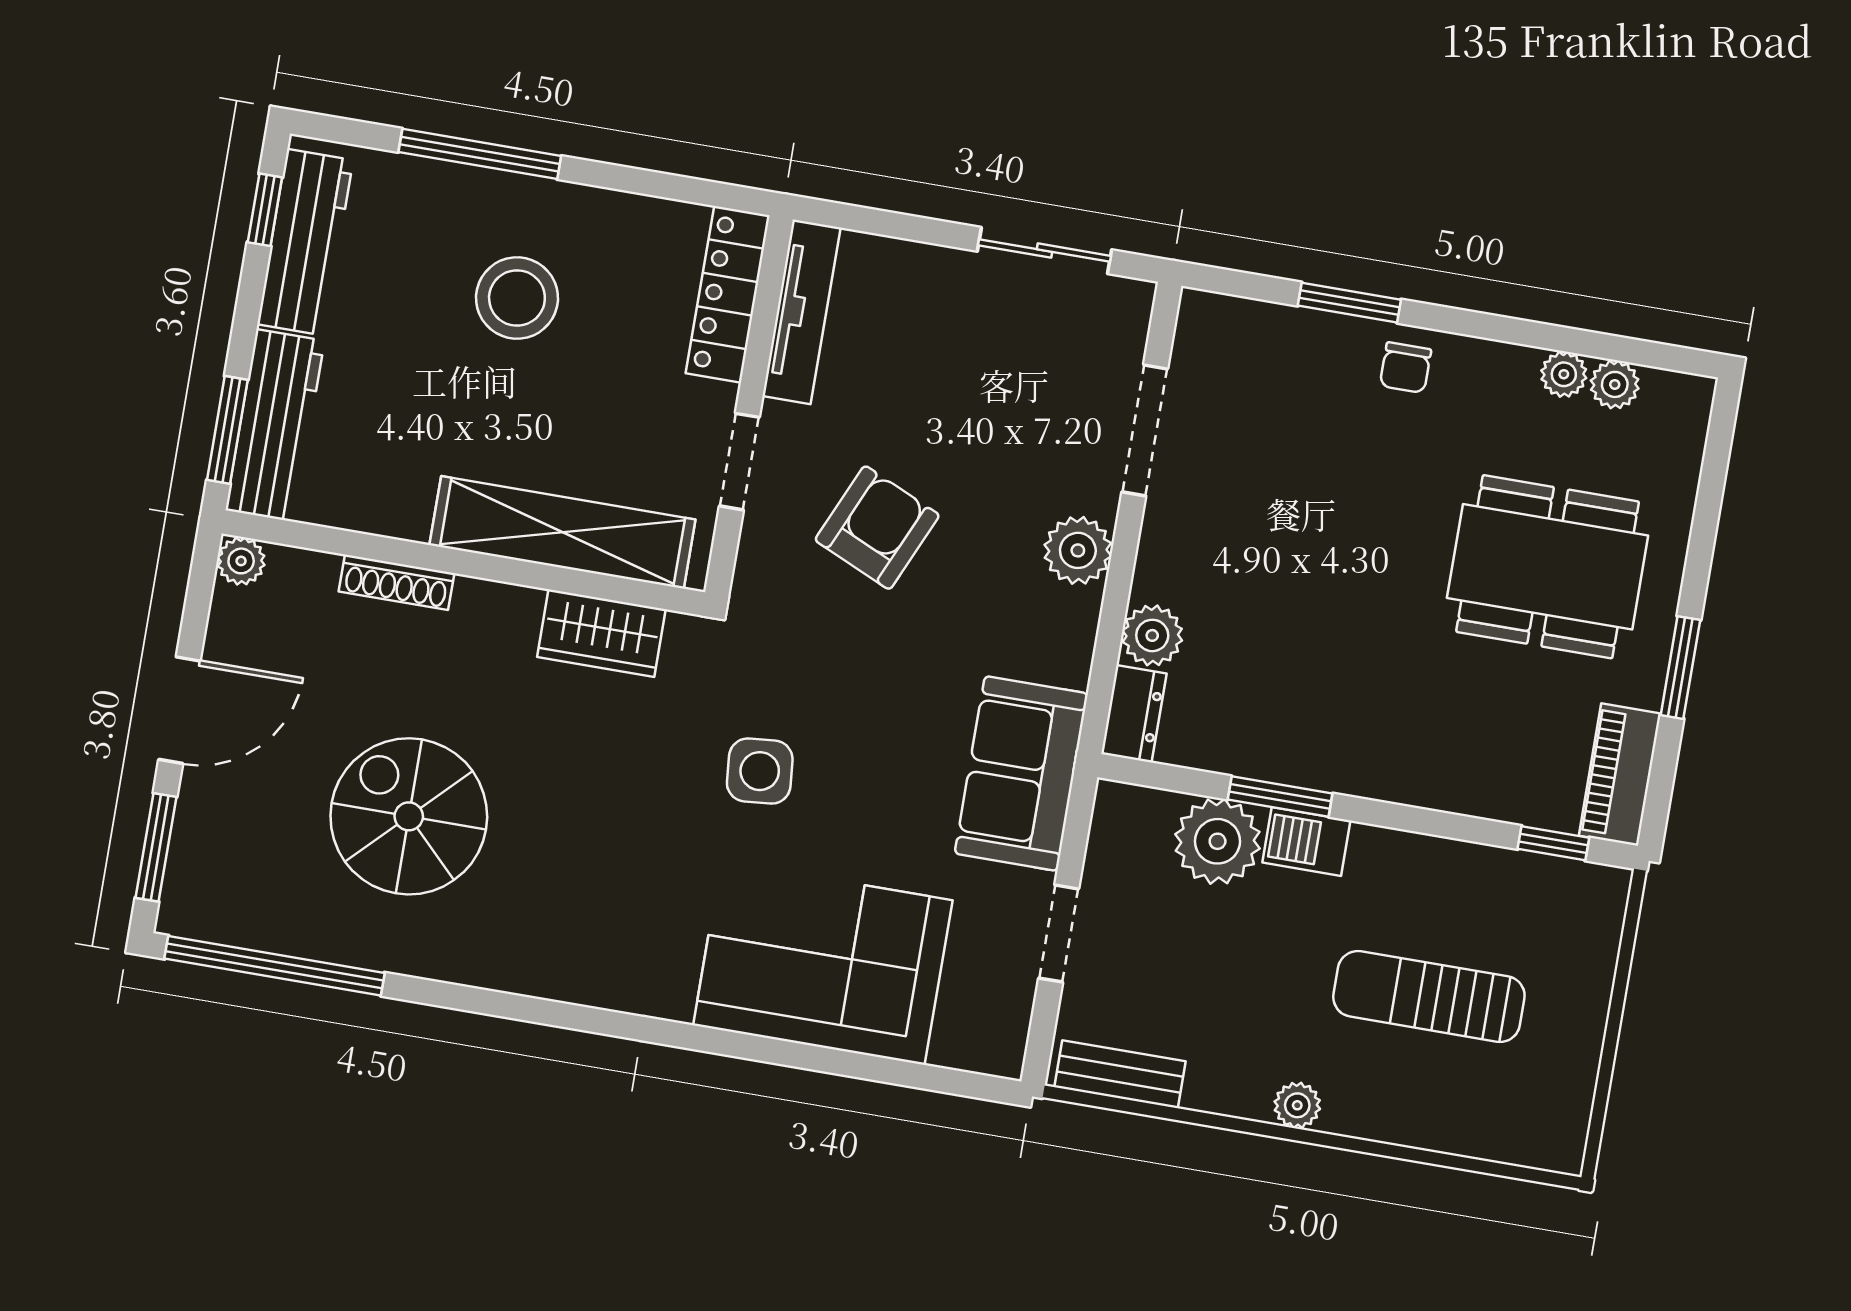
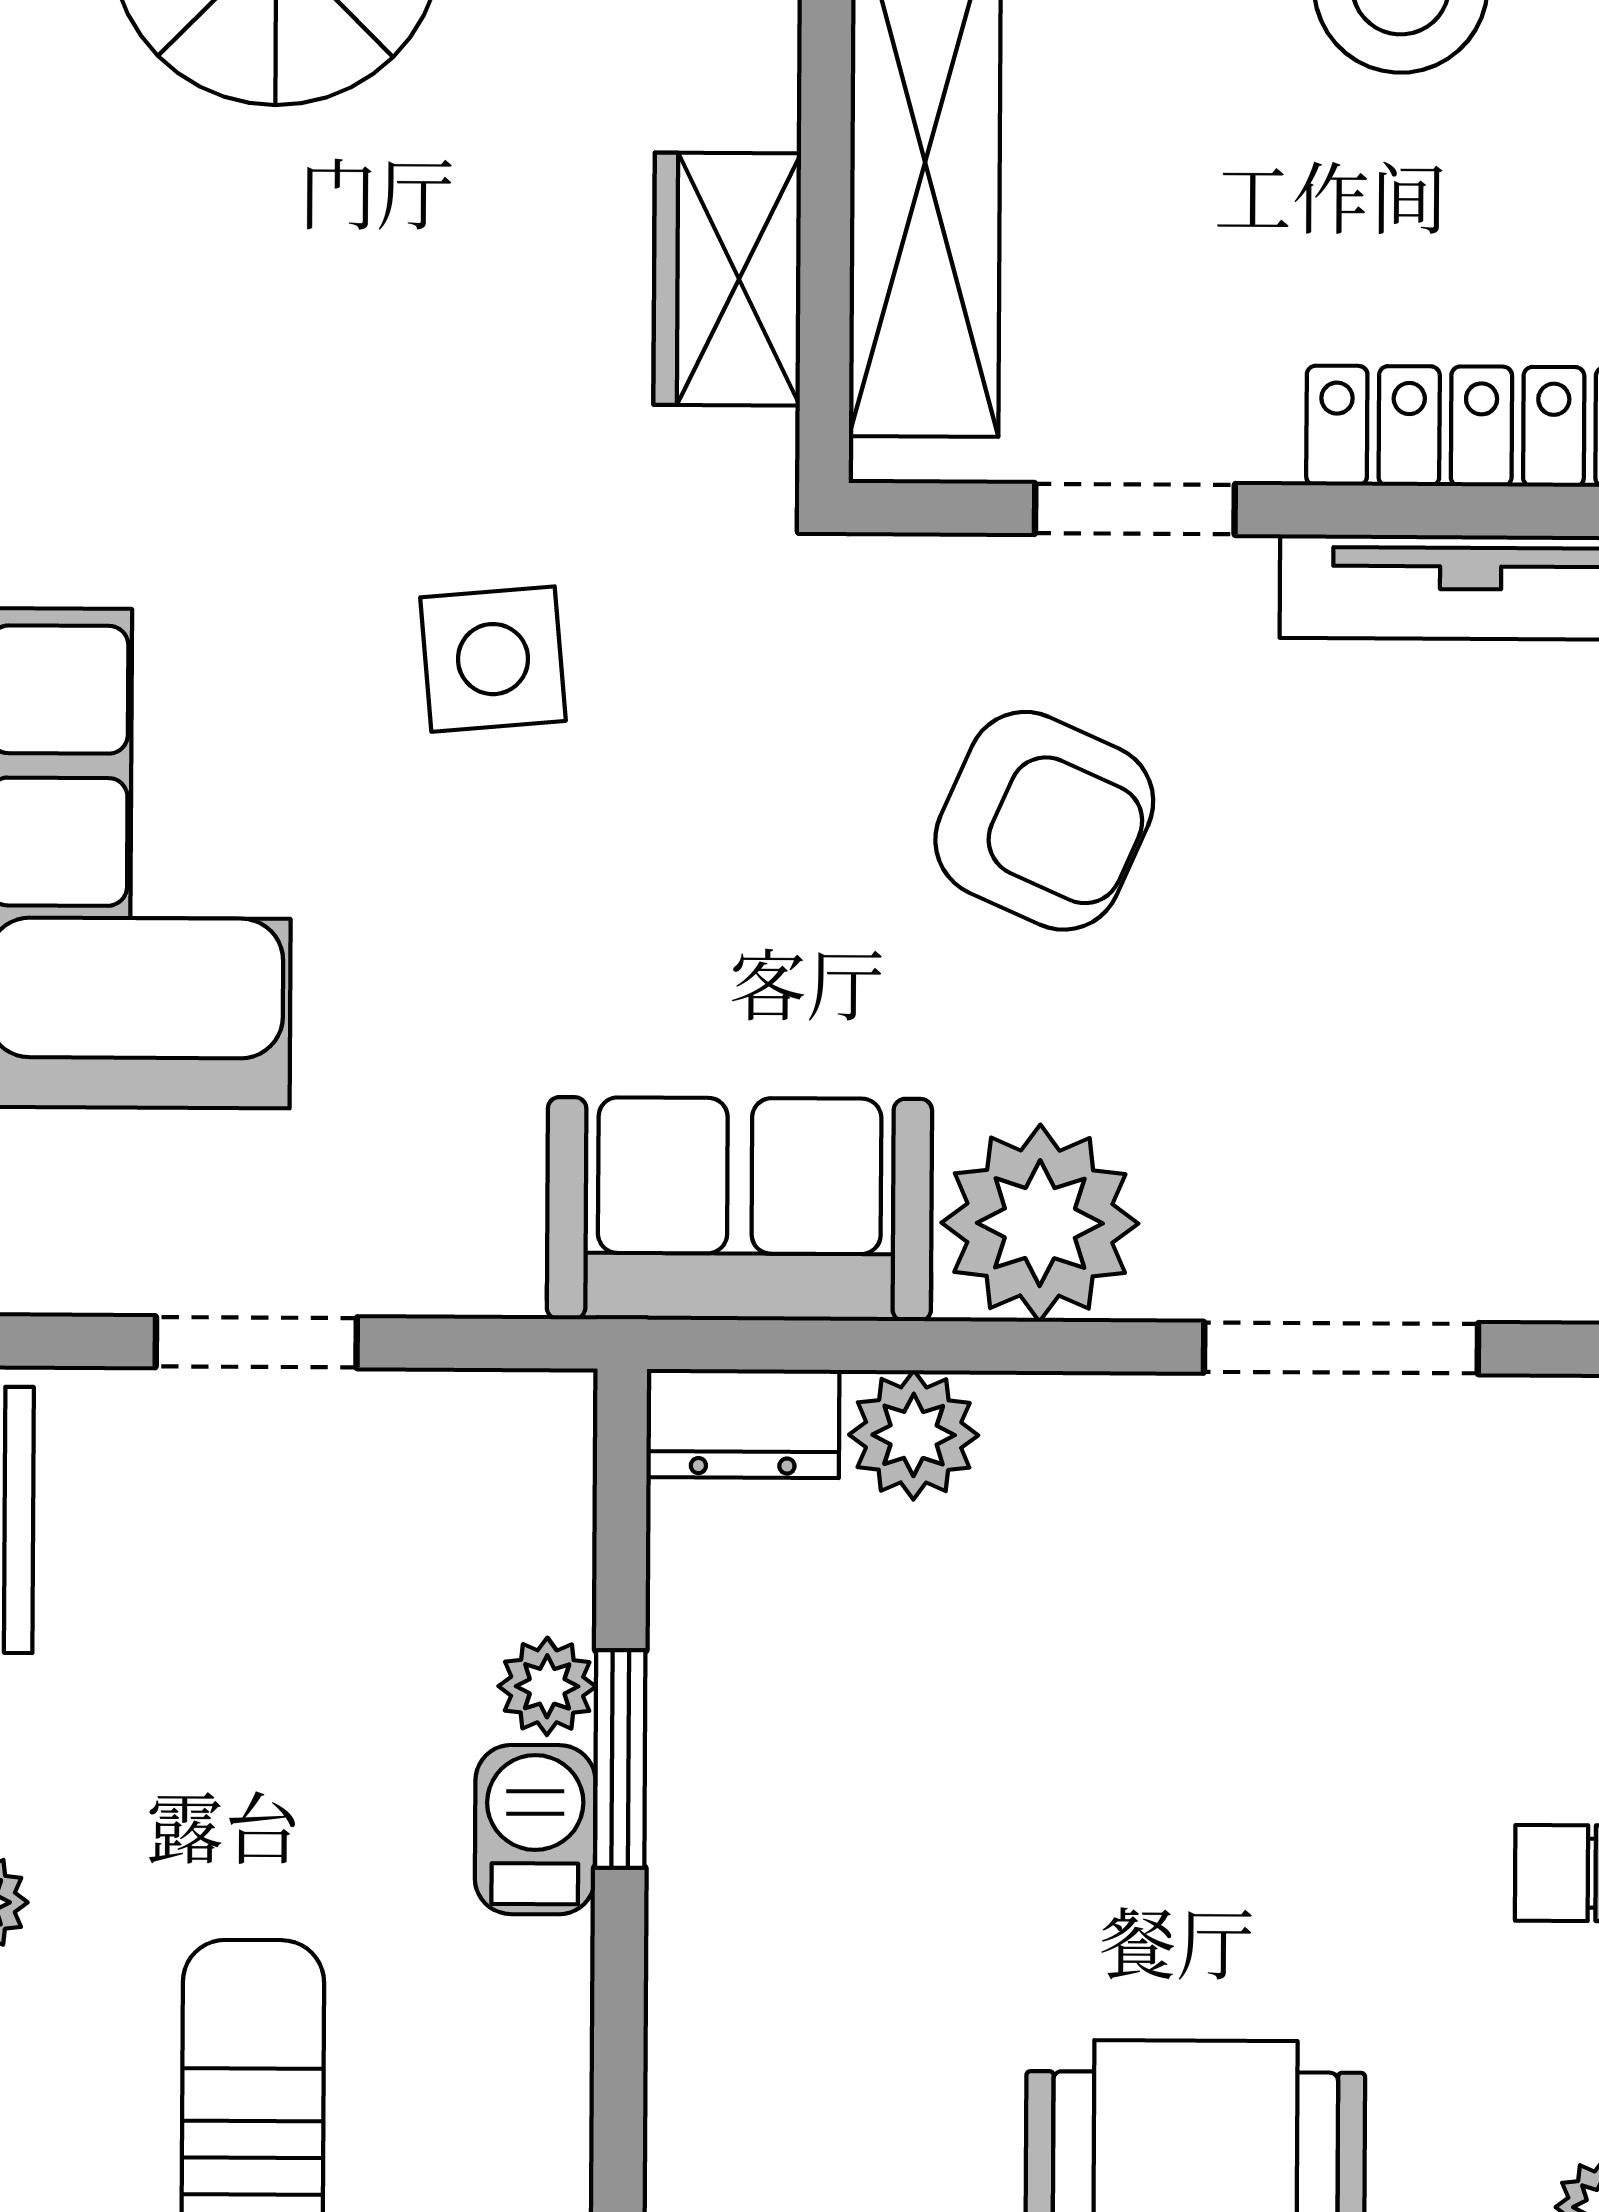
plant: (1078, 550) -> (1040, 1223), width x1.36, depth x1.36
sofa: (1021, 773) -> (739, 1209), moved
plant: (1218, 841) -> (547, 1686), width x0.53, depth x0.53

